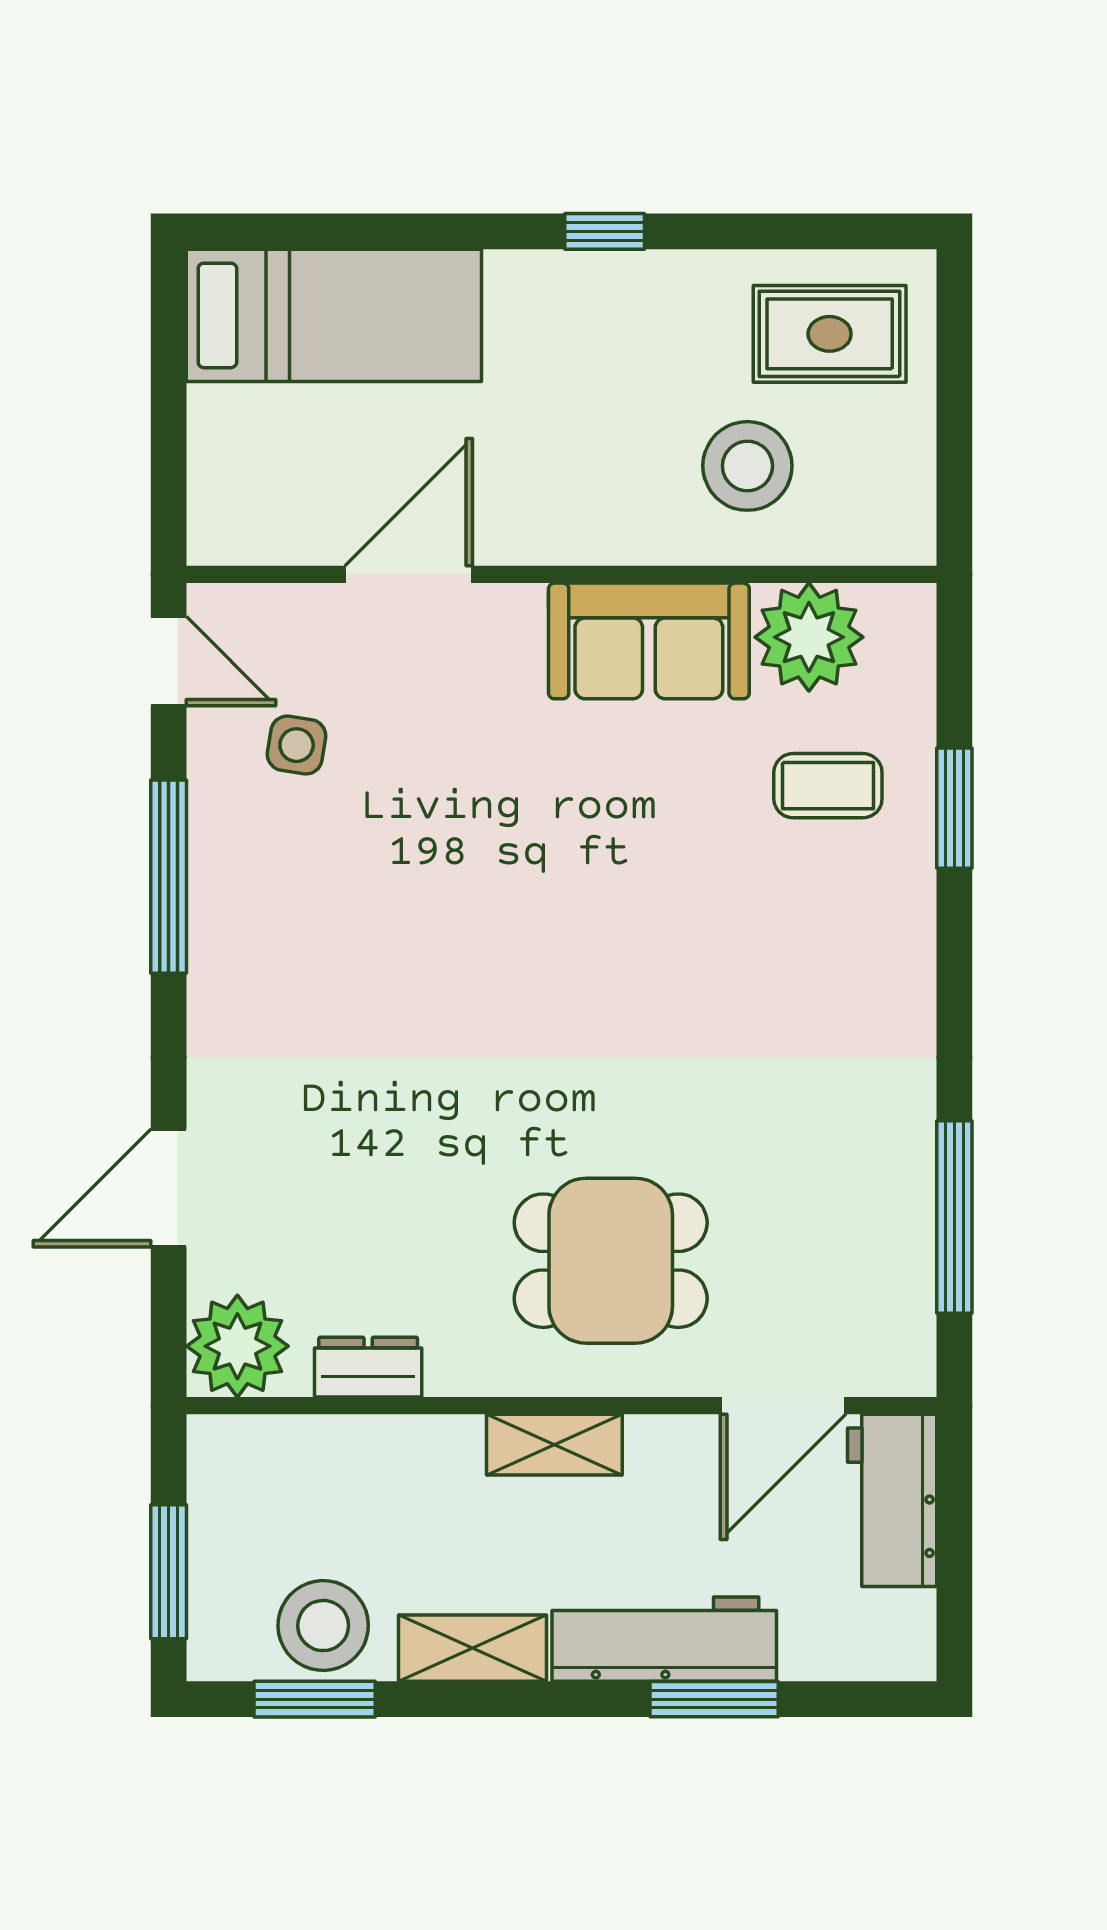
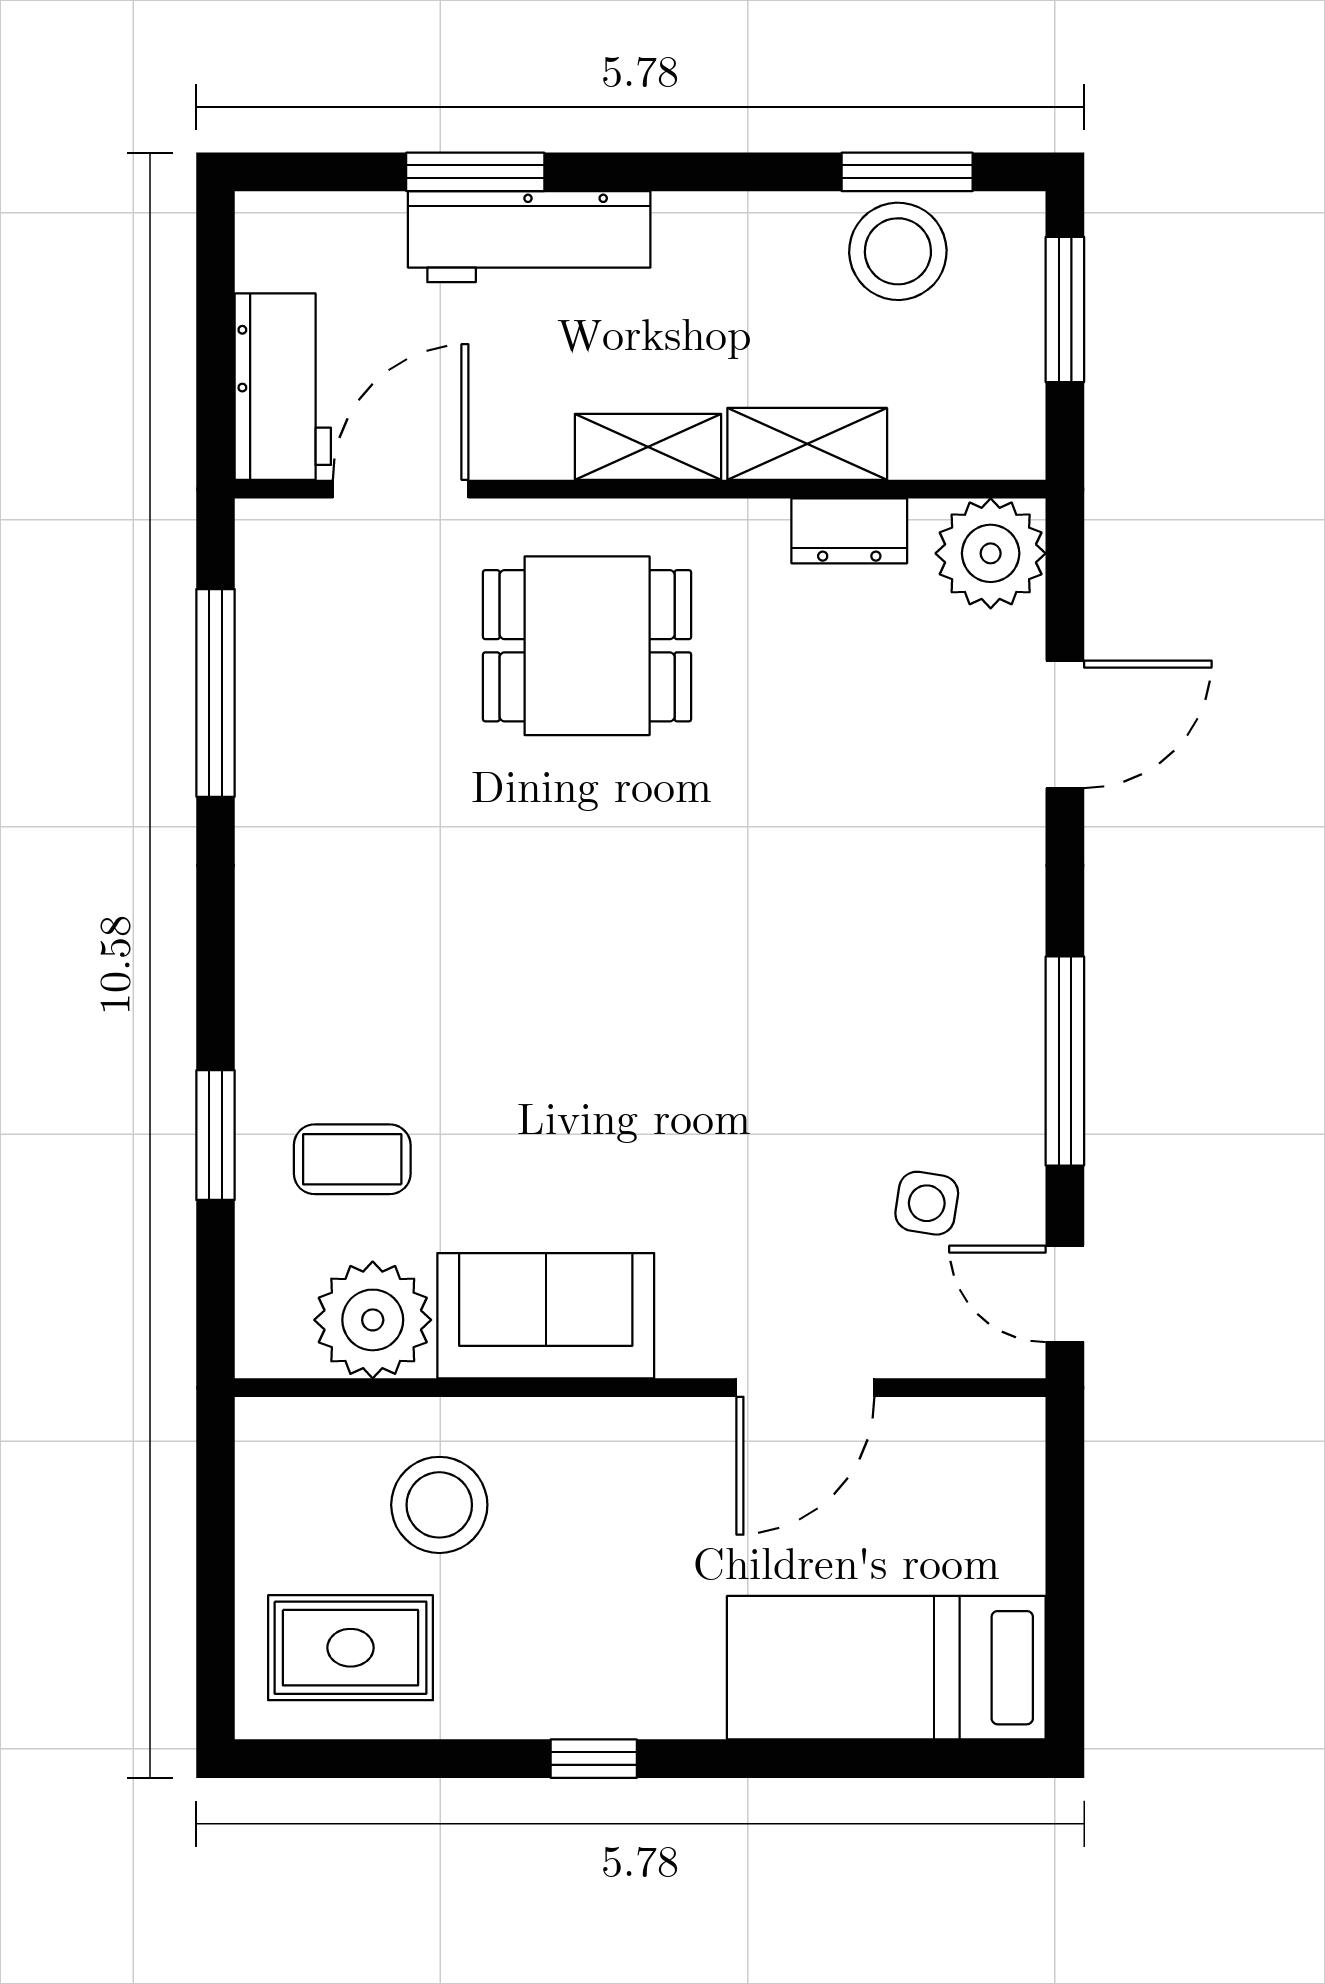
shelving: (473, 1648) -> (807, 444), moved

